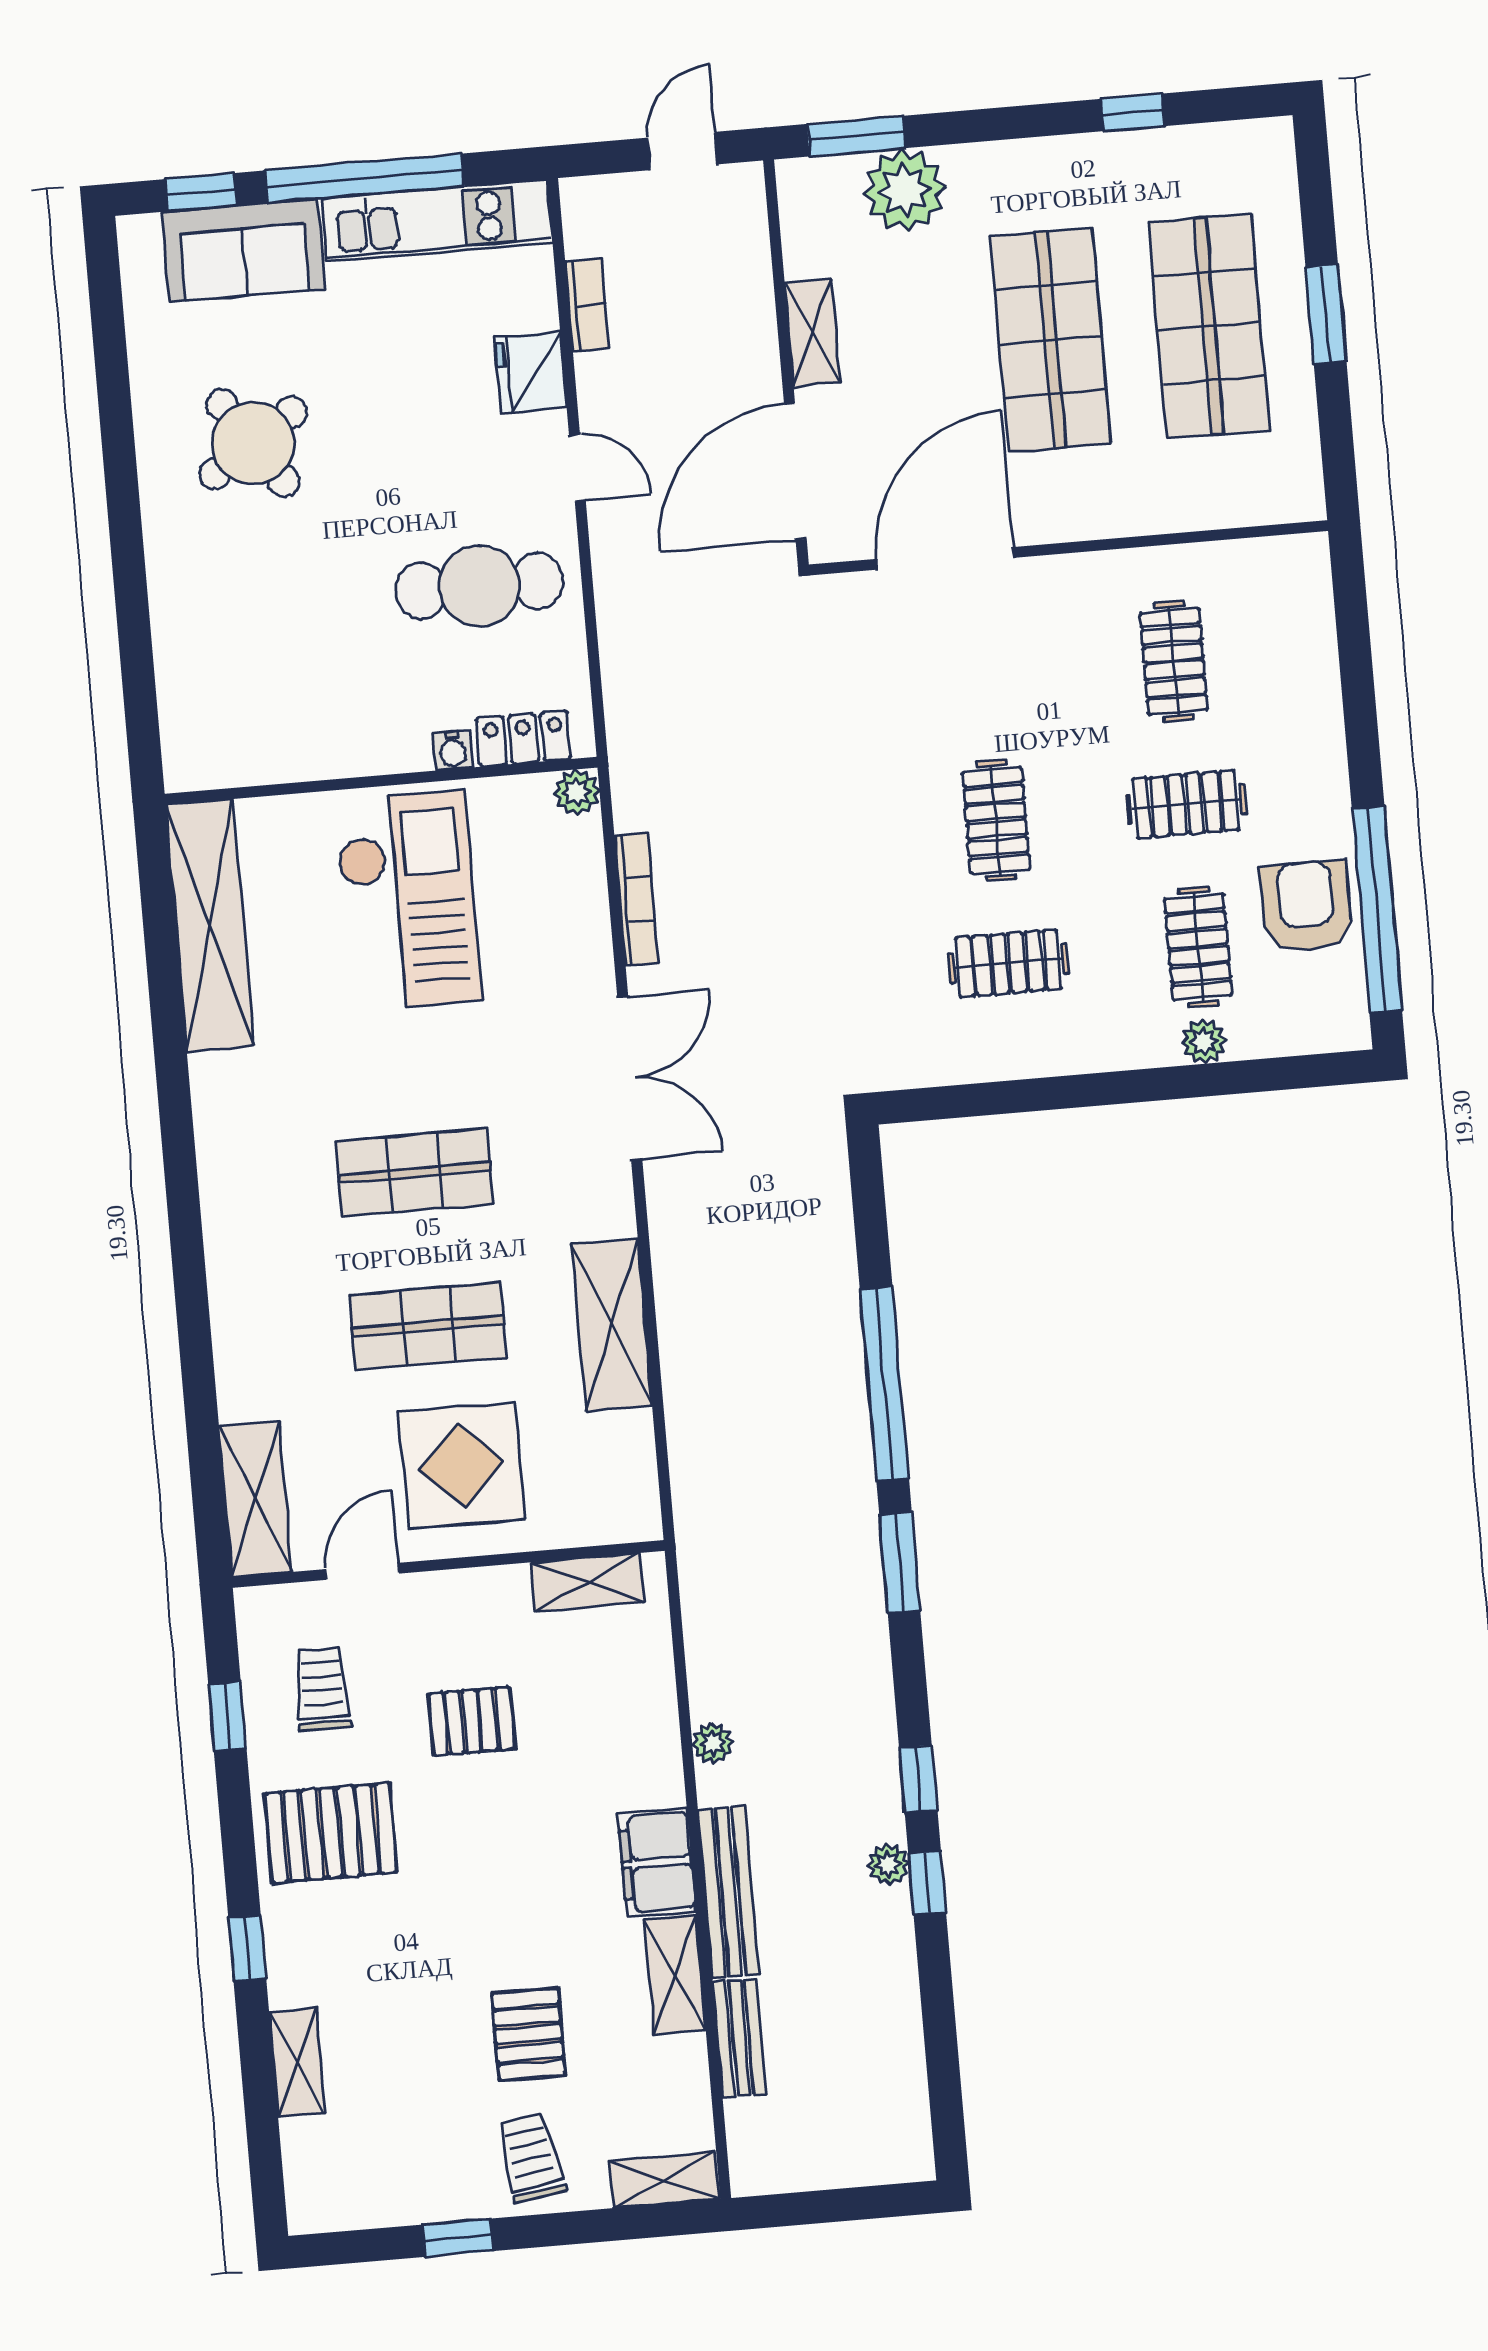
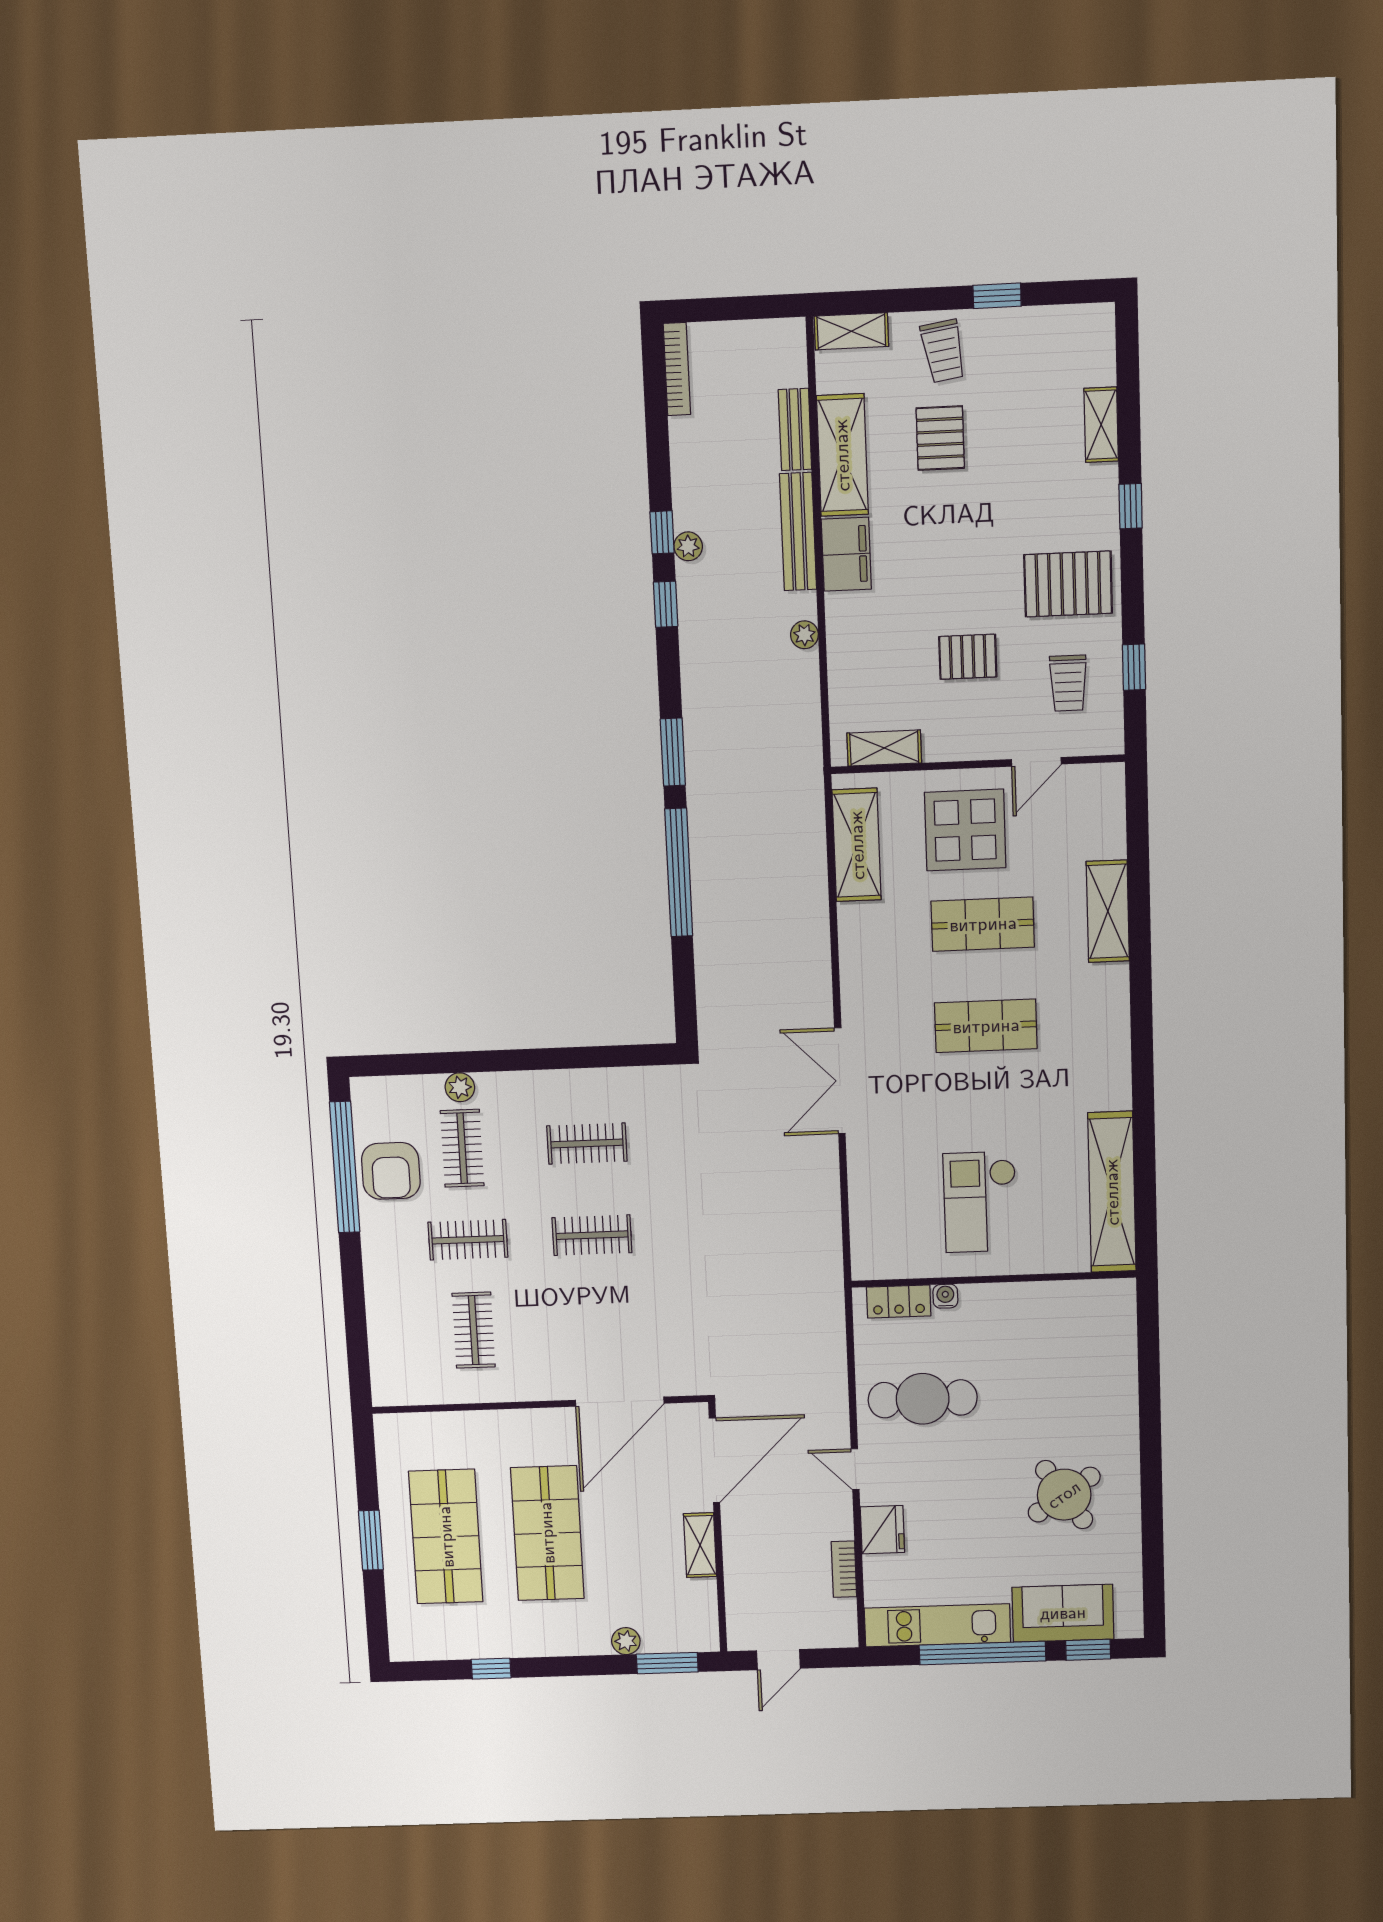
plant: (905, 190) -> (626, 1641), width x0.53, depth x0.53
plant: (577, 792) -> (866, 1266), removed
clothes rail: (996, 821) -> (592, 1235), turned 90
bookcase: (637, 899) -> (677, 369), moved, turned 180
checkout: (408, 901) -> (980, 1202), width x0.73, depth x0.83
shelving: (612, 1325) -> (857, 845), moved
shelving: (255, 1499) -> (1108, 911), moved
shelving: (675, 1975) -> (842, 455), width x1.50, depth x1.33

